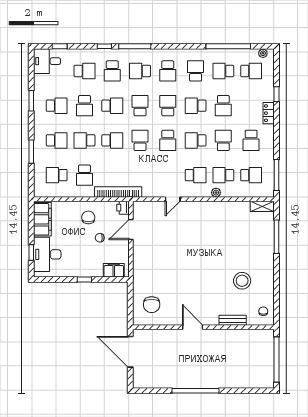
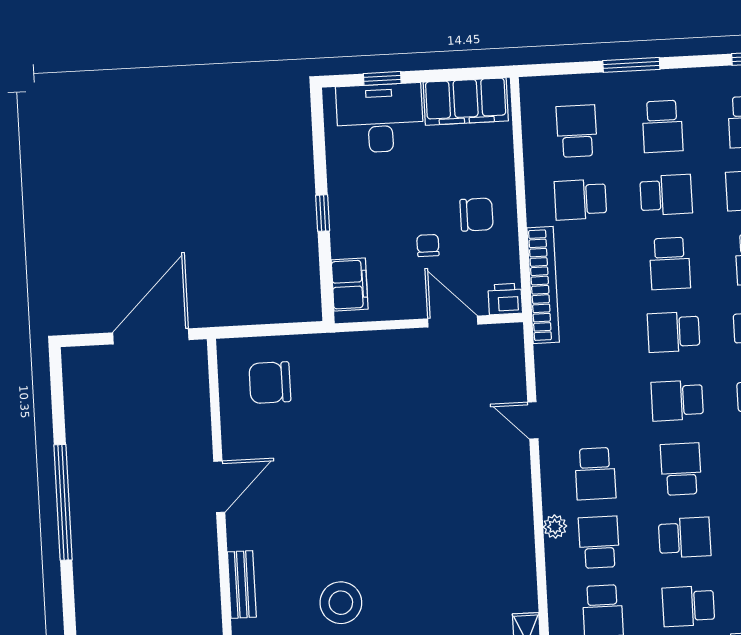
school desk: (84, 140) -> (666, 195), turned 90
school desk: (140, 140) -> (674, 332), turned 180

